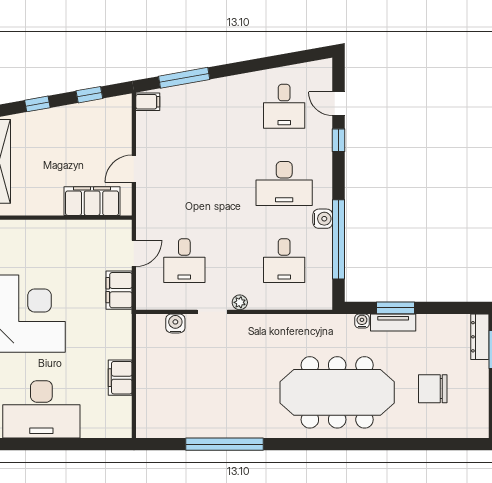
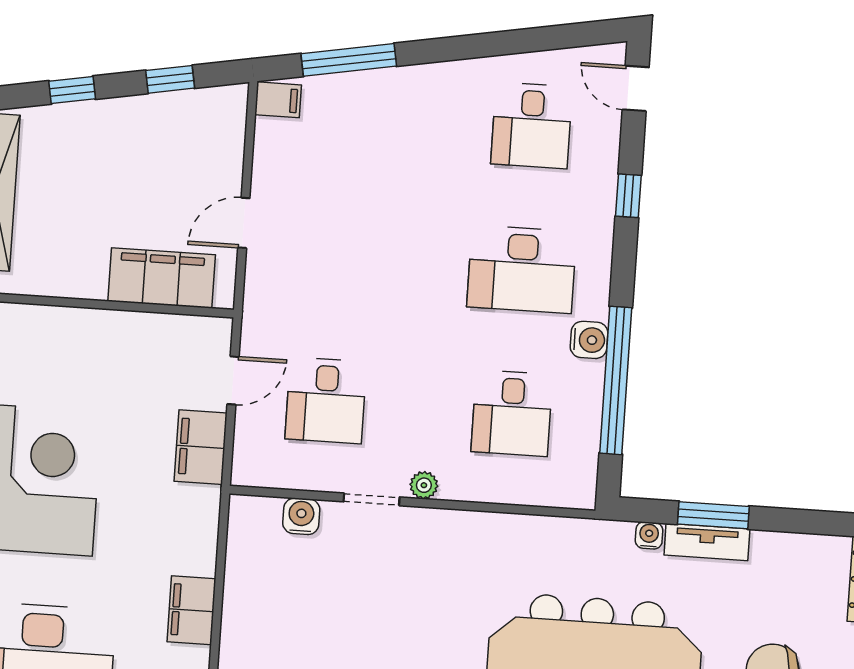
door: (339, 104) -> (636, 88), moved

